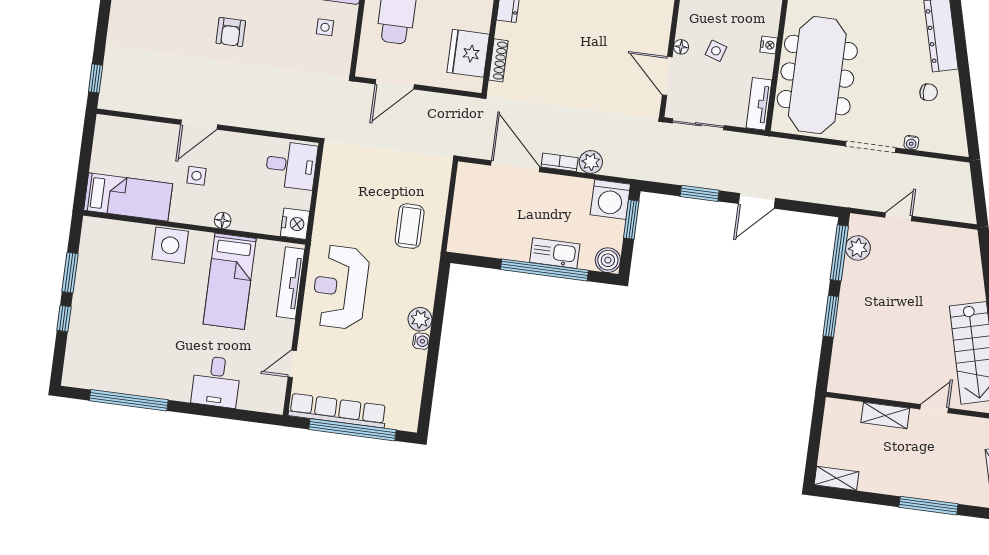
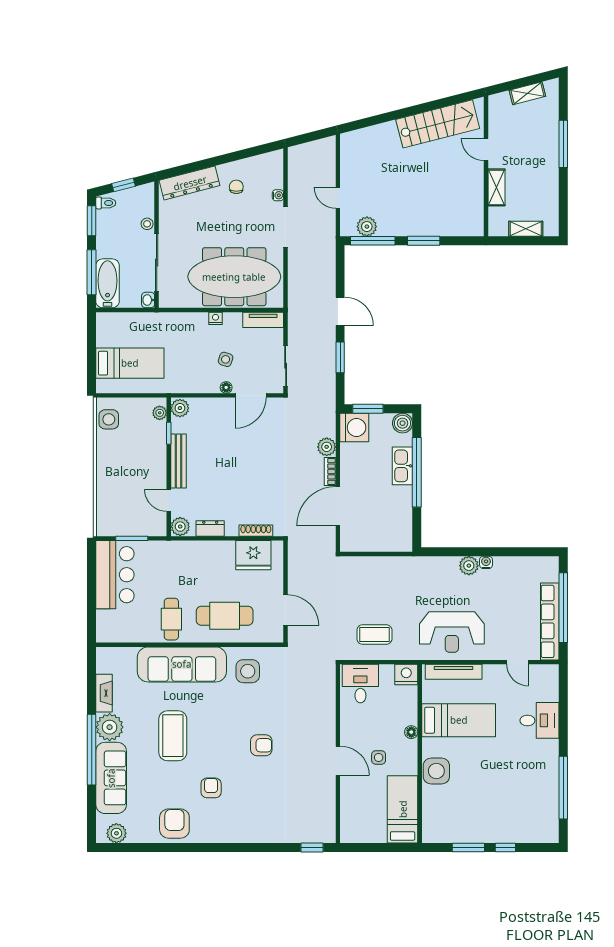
side table: (325, 27) -> (248, 671), width x1.87, depth x1.87
coffee table: (410, 226) -> (374, 634), moved
shelving: (837, 478) -> (526, 229), moved, turned 90

